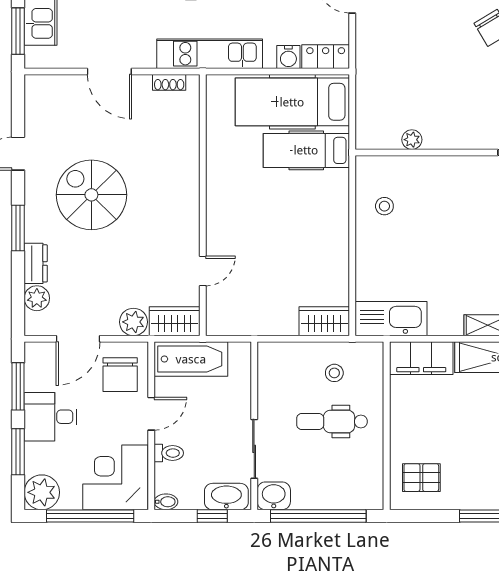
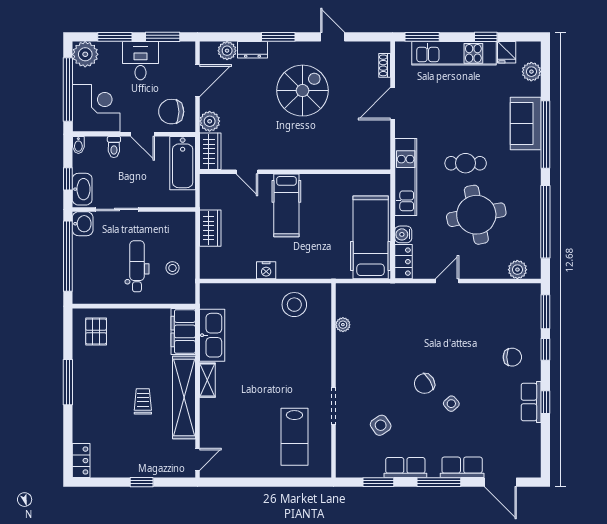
shoe rack: (169, 82) -> (385, 65), moved
hospital bed: (306, 150) -> (286, 205), moved, turned 180
stool: (384, 206) -> (294, 305), width x1.89, depth x1.89
nightstand: (337, 245) -> (266, 270), added
kitchen sink: (391, 319) -> (212, 335), moved
wardrobe: (324, 321) -> (210, 228), moved
door: (78, 339) -> (197, 81), swing flipped

